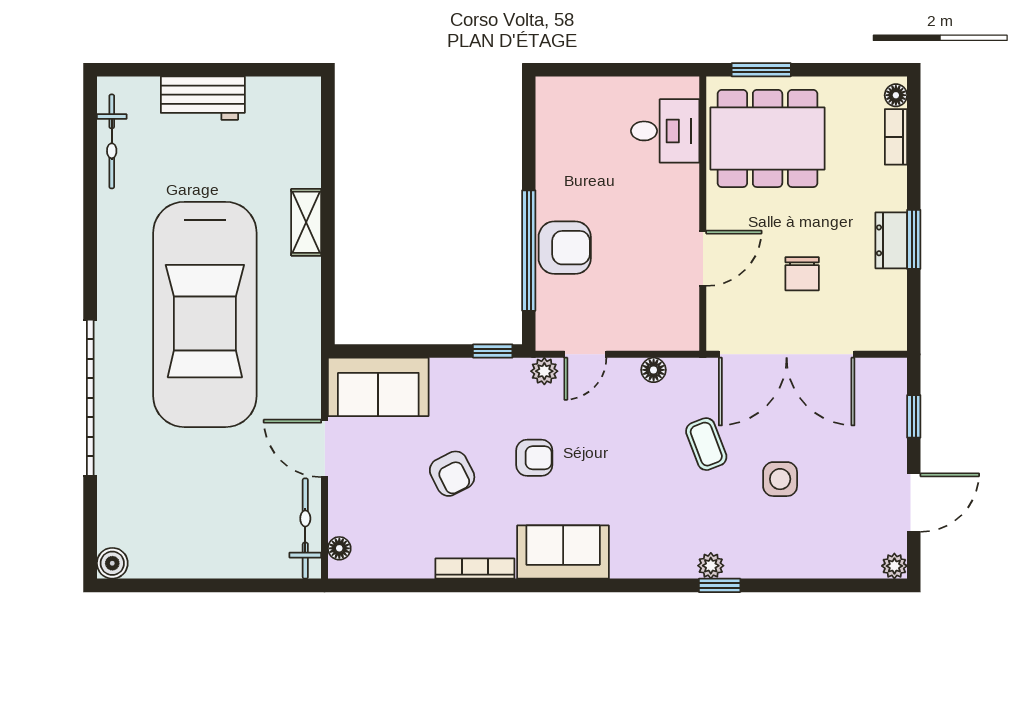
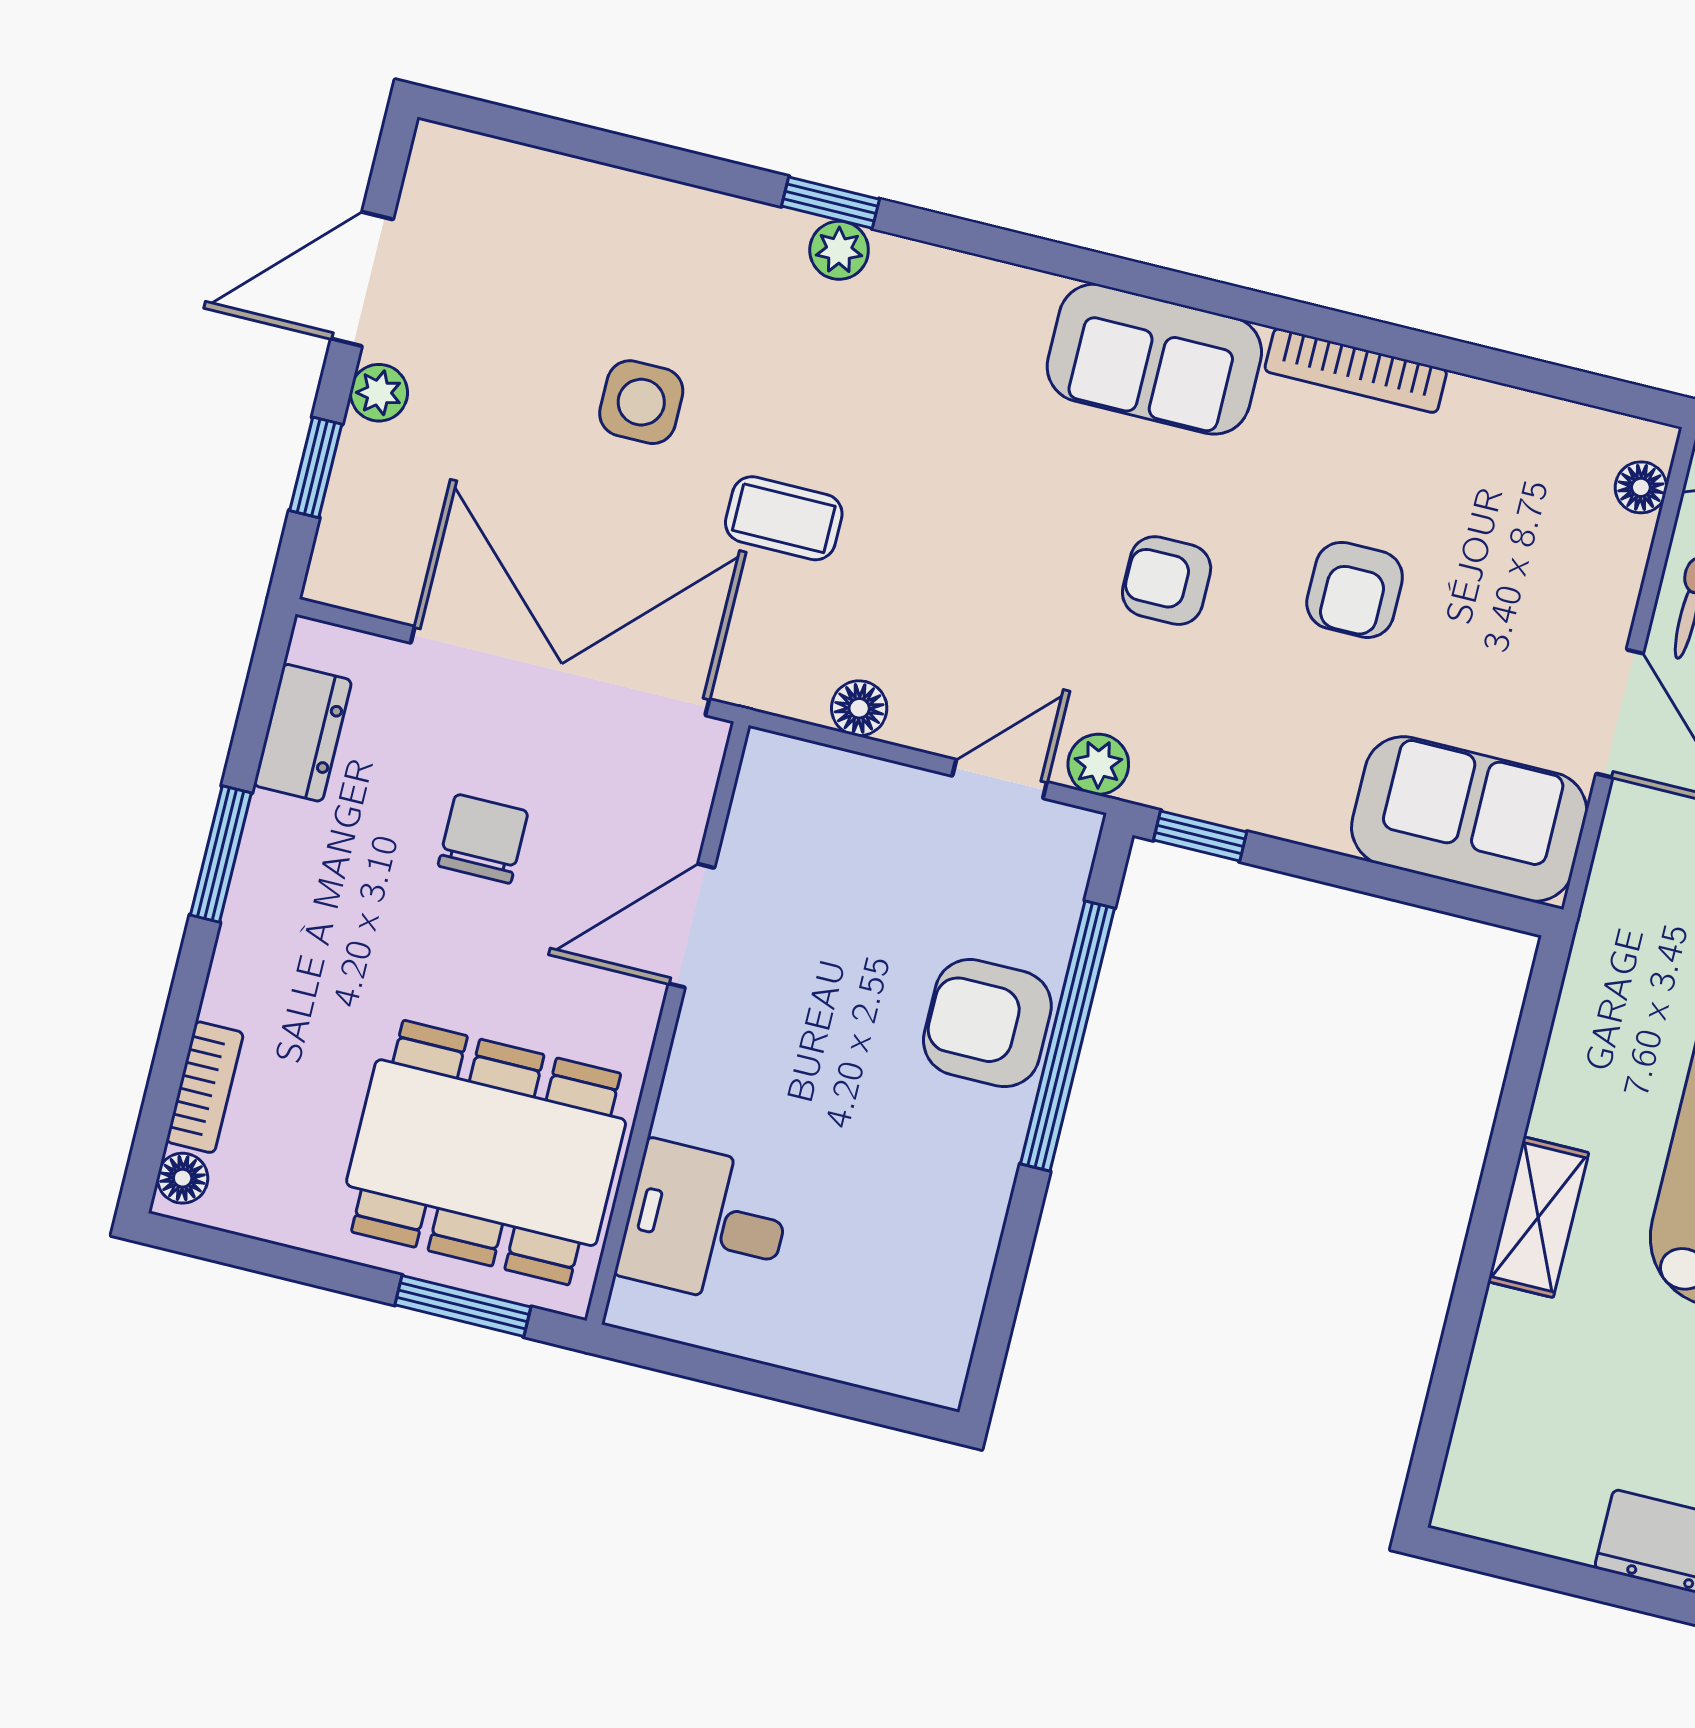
dresser: (891, 240) -> (303, 733), moved
coffee table: (706, 444) -> (784, 518), turned -69
armchair: (452, 474) -> (1355, 590), turned -153
plant: (894, 566) -> (379, 393), moved

